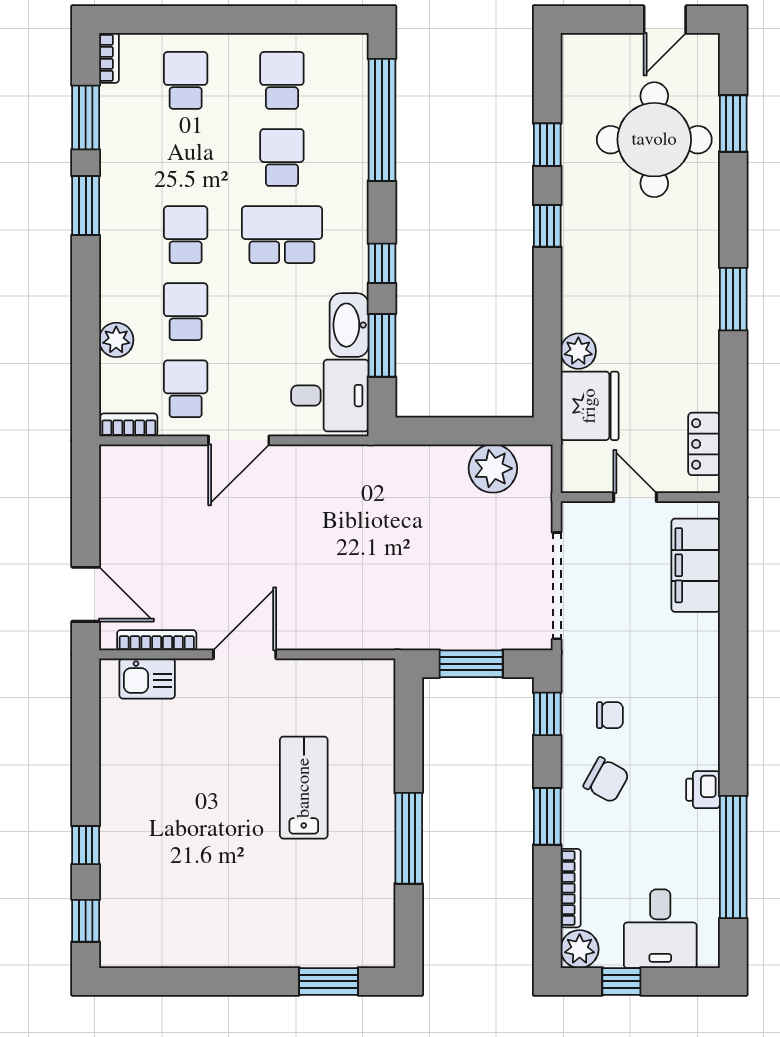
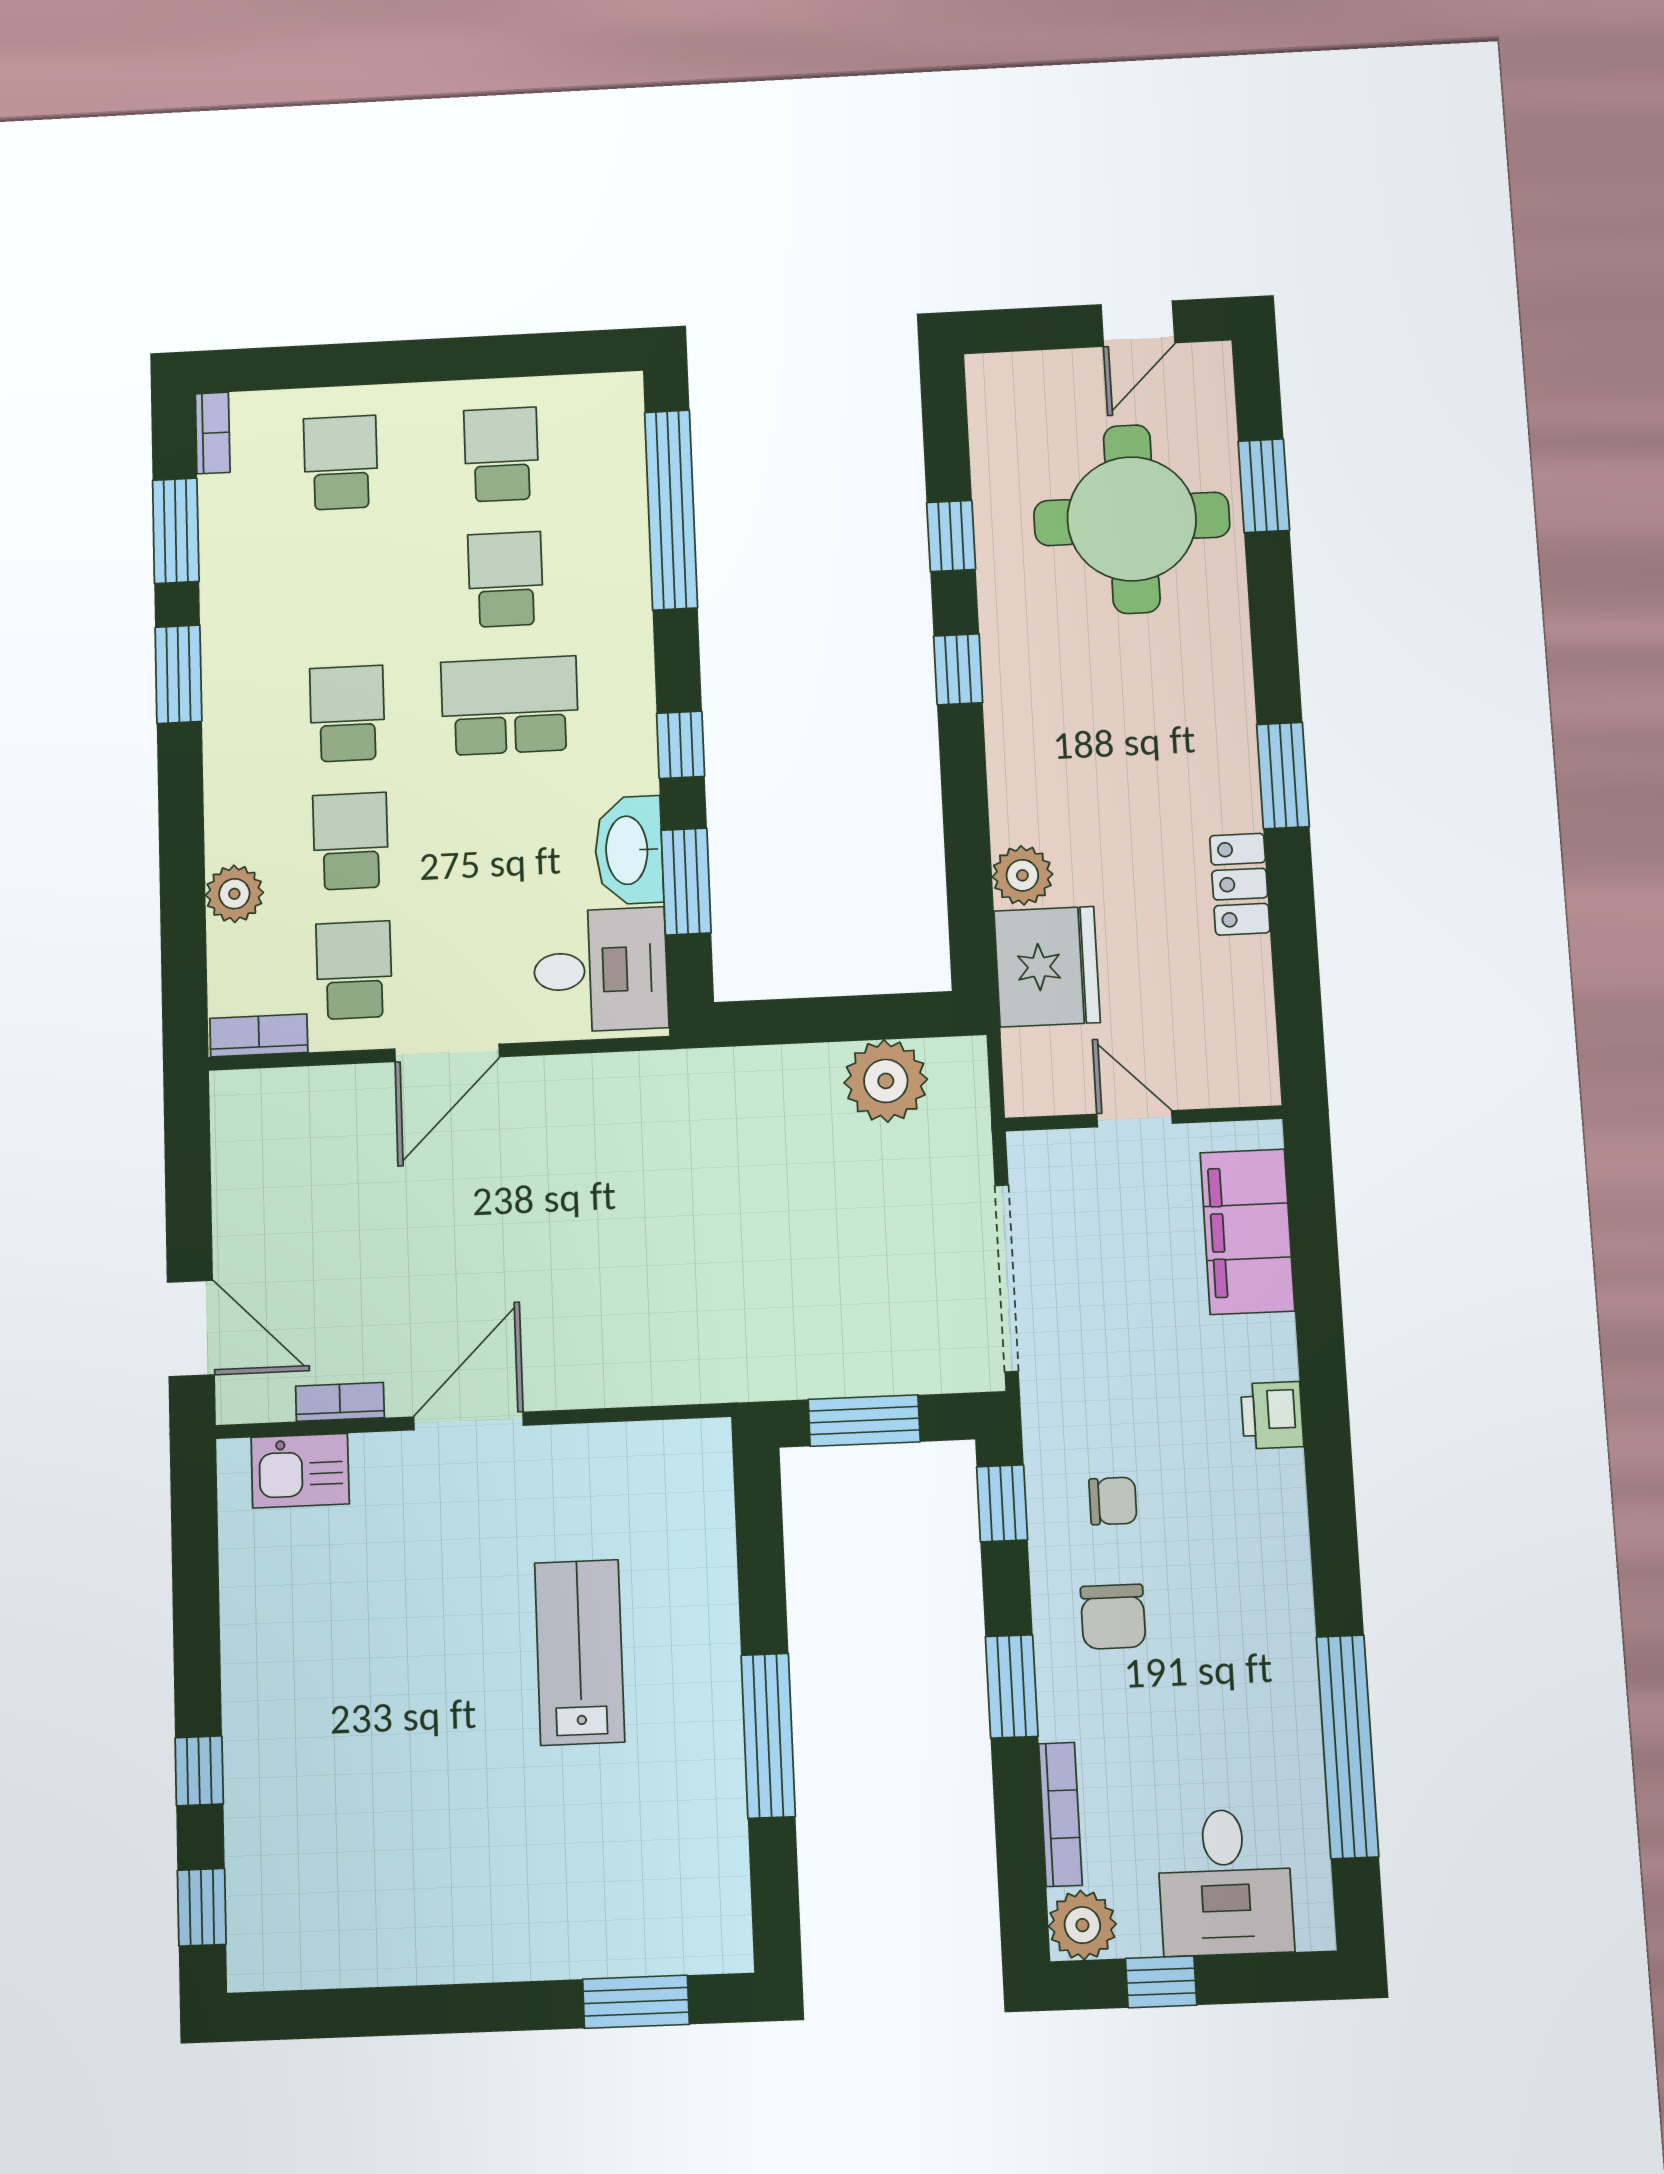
locker: (704, 444) -> (1240, 884), moved
bookcase: (157, 640) -> (340, 1402), width x0.64
chair: (606, 780) -> (1113, 1617), turned 61
printer: (703, 790) -> (1272, 1415), moved

